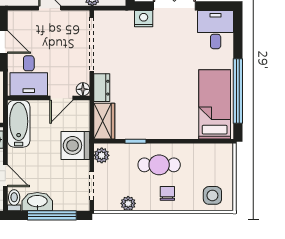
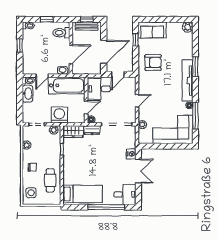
window: (238, 91) -> (106, 207), moved
door: (61, 98) -> (86, 107), swing flipped
bathtub: (19, 124) -> (67, 85), width x1.36, depth x1.36
cafe table: (159, 165) -> (50, 180), moved
window: (52, 215) -> (20, 102), removed

